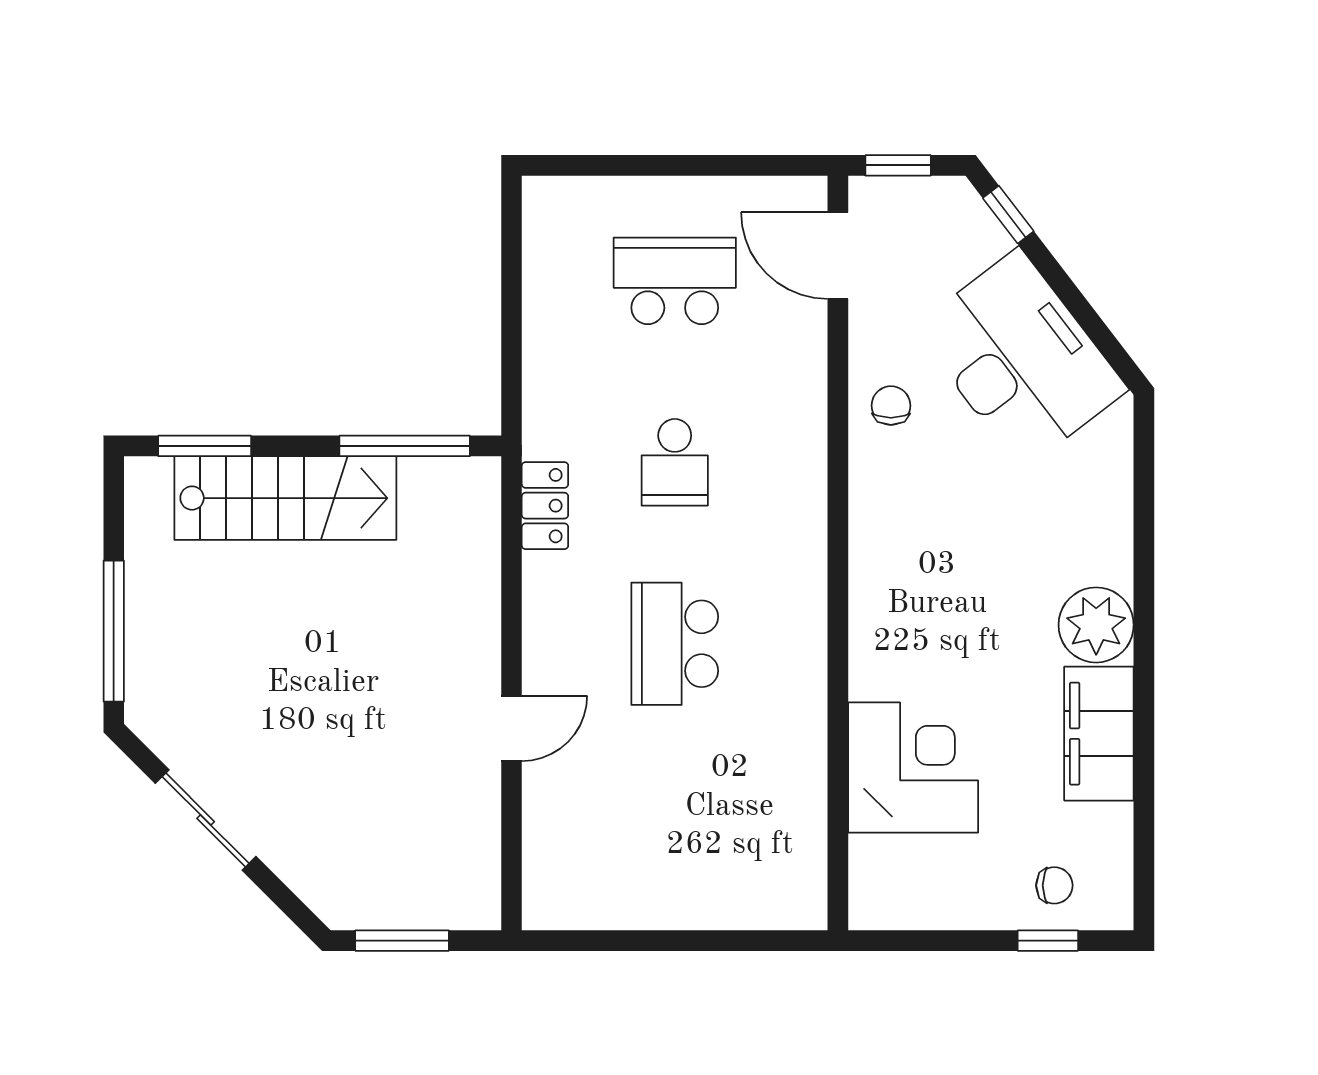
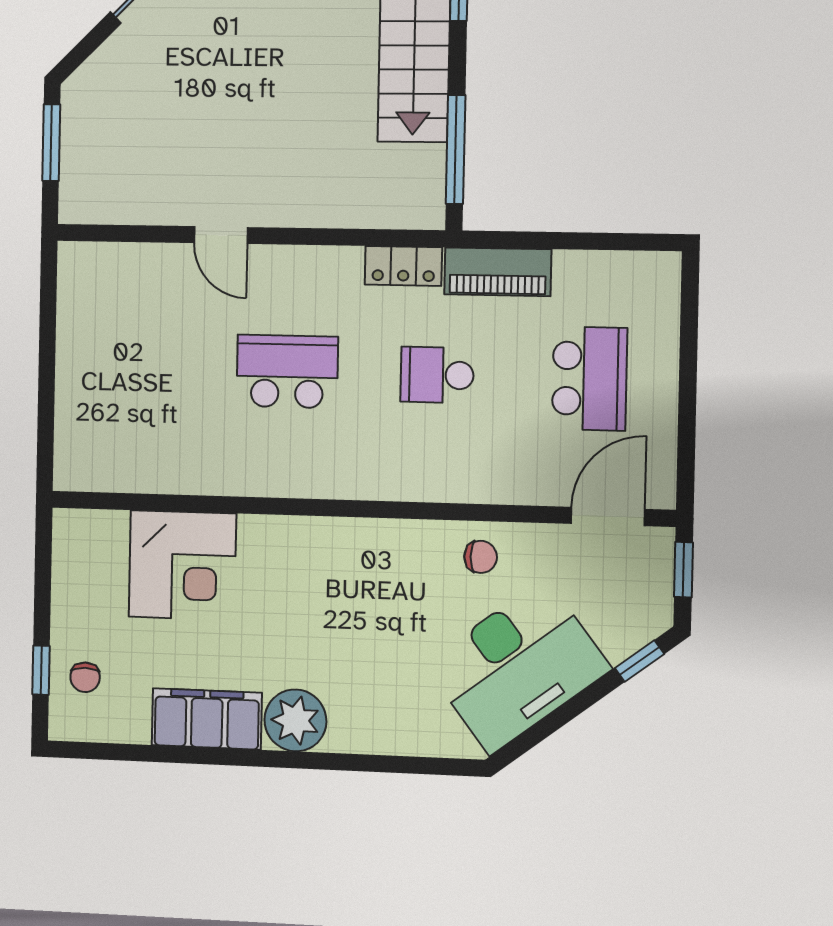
piano: (550, 392) -> (498, 272), added

